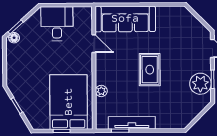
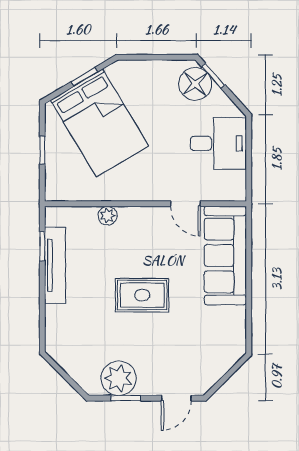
floor lamp: (14, 38) -> (195, 84), width x1.89, depth x1.89
door: (94, 44) -> (185, 204), hinge flipped
bed: (69, 102) -> (99, 123), moved, turned 59

